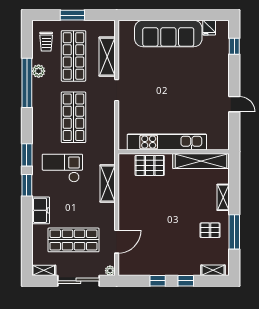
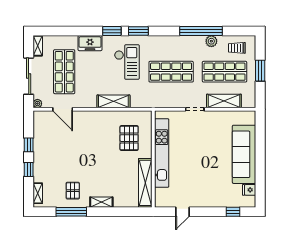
kitchen unit: (167, 142) -> (162, 153), moved
wall: (174, 152) -> (153, 159), moved
shelving: (201, 161) -> (145, 183), moved

